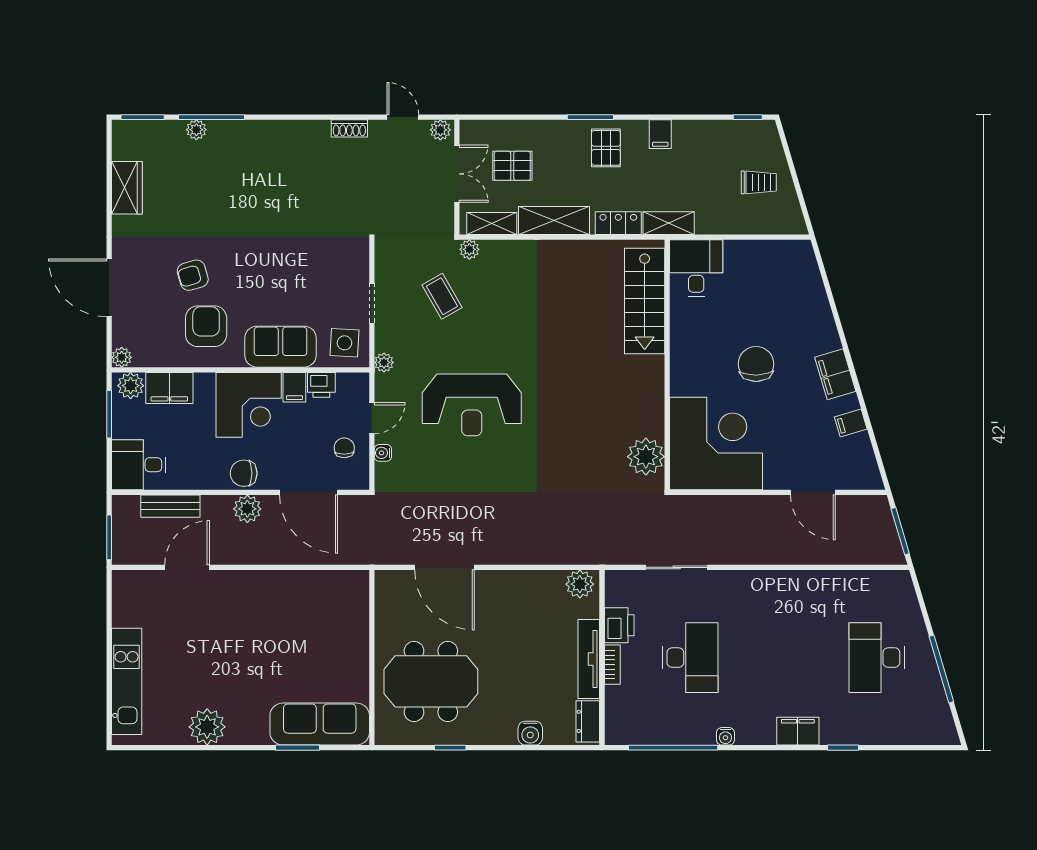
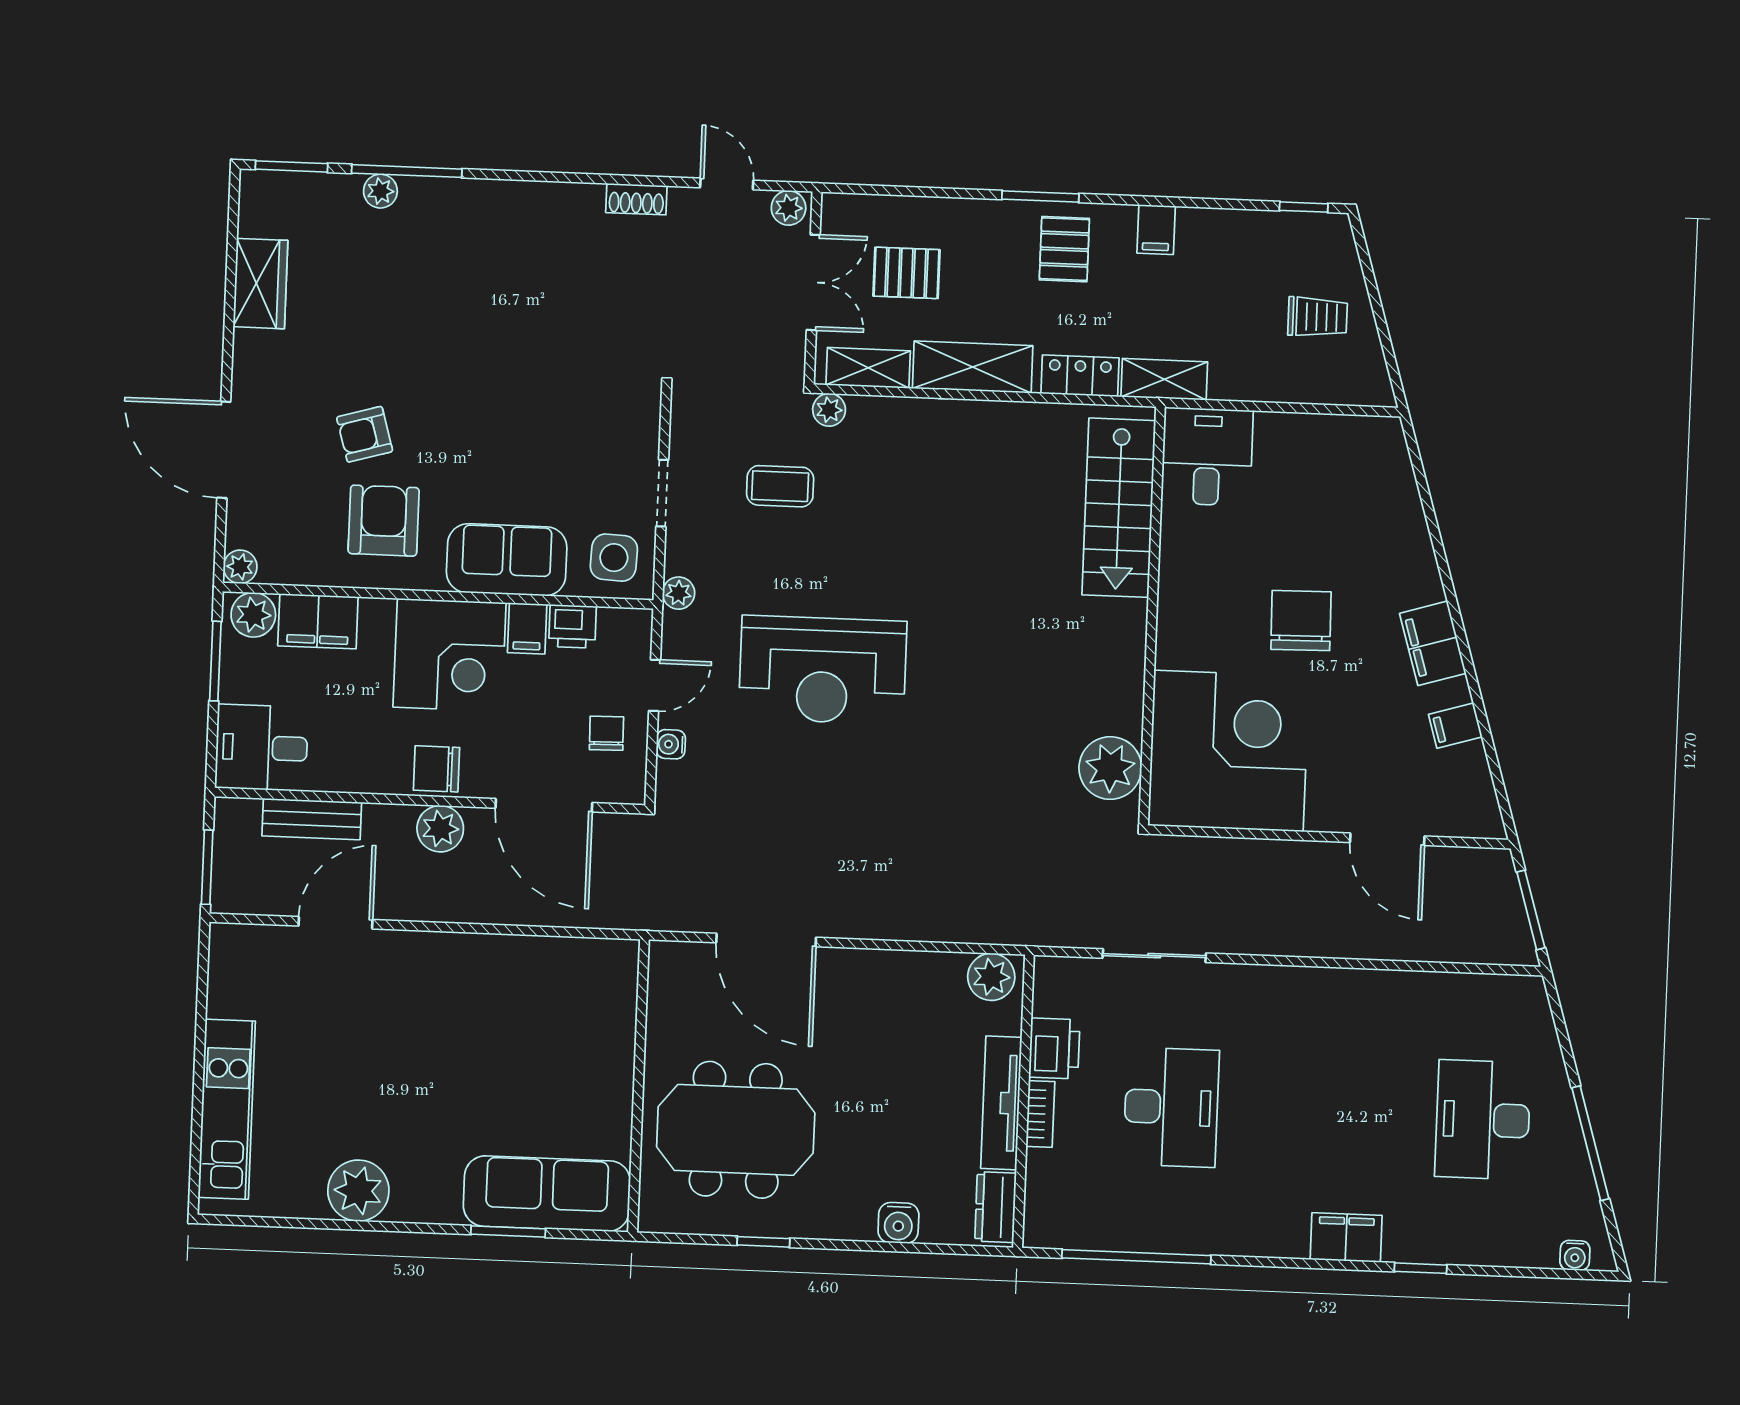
coffee table: (442, 296) -> (780, 486), turned -60
water cooler: (725, 736) -> (1575, 1255), moved

